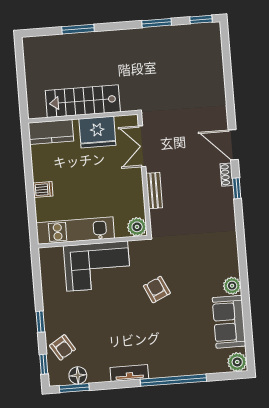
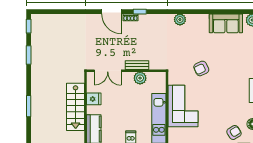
fridge: (97, 132) -> (94, 99), width x0.53, depth x0.75
door: (233, 145) -> (111, 12), hinge flipped
plant: (137, 227) -> (140, 78), moved
plant: (232, 286) -> (180, 20), moved

